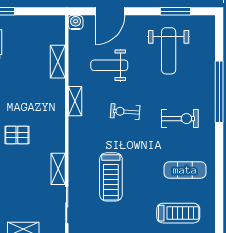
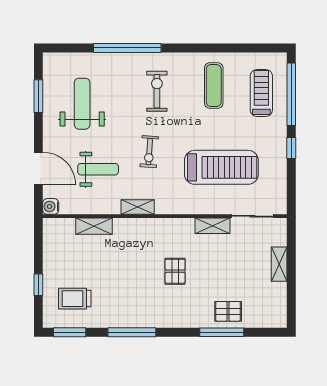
weight bench: (169, 51) -> (82, 104), turned -90
weight bench: (109, 65) -> (98, 169), turned -90
treadmill: (111, 177) -> (221, 167), width x1.37, depth x1.38

